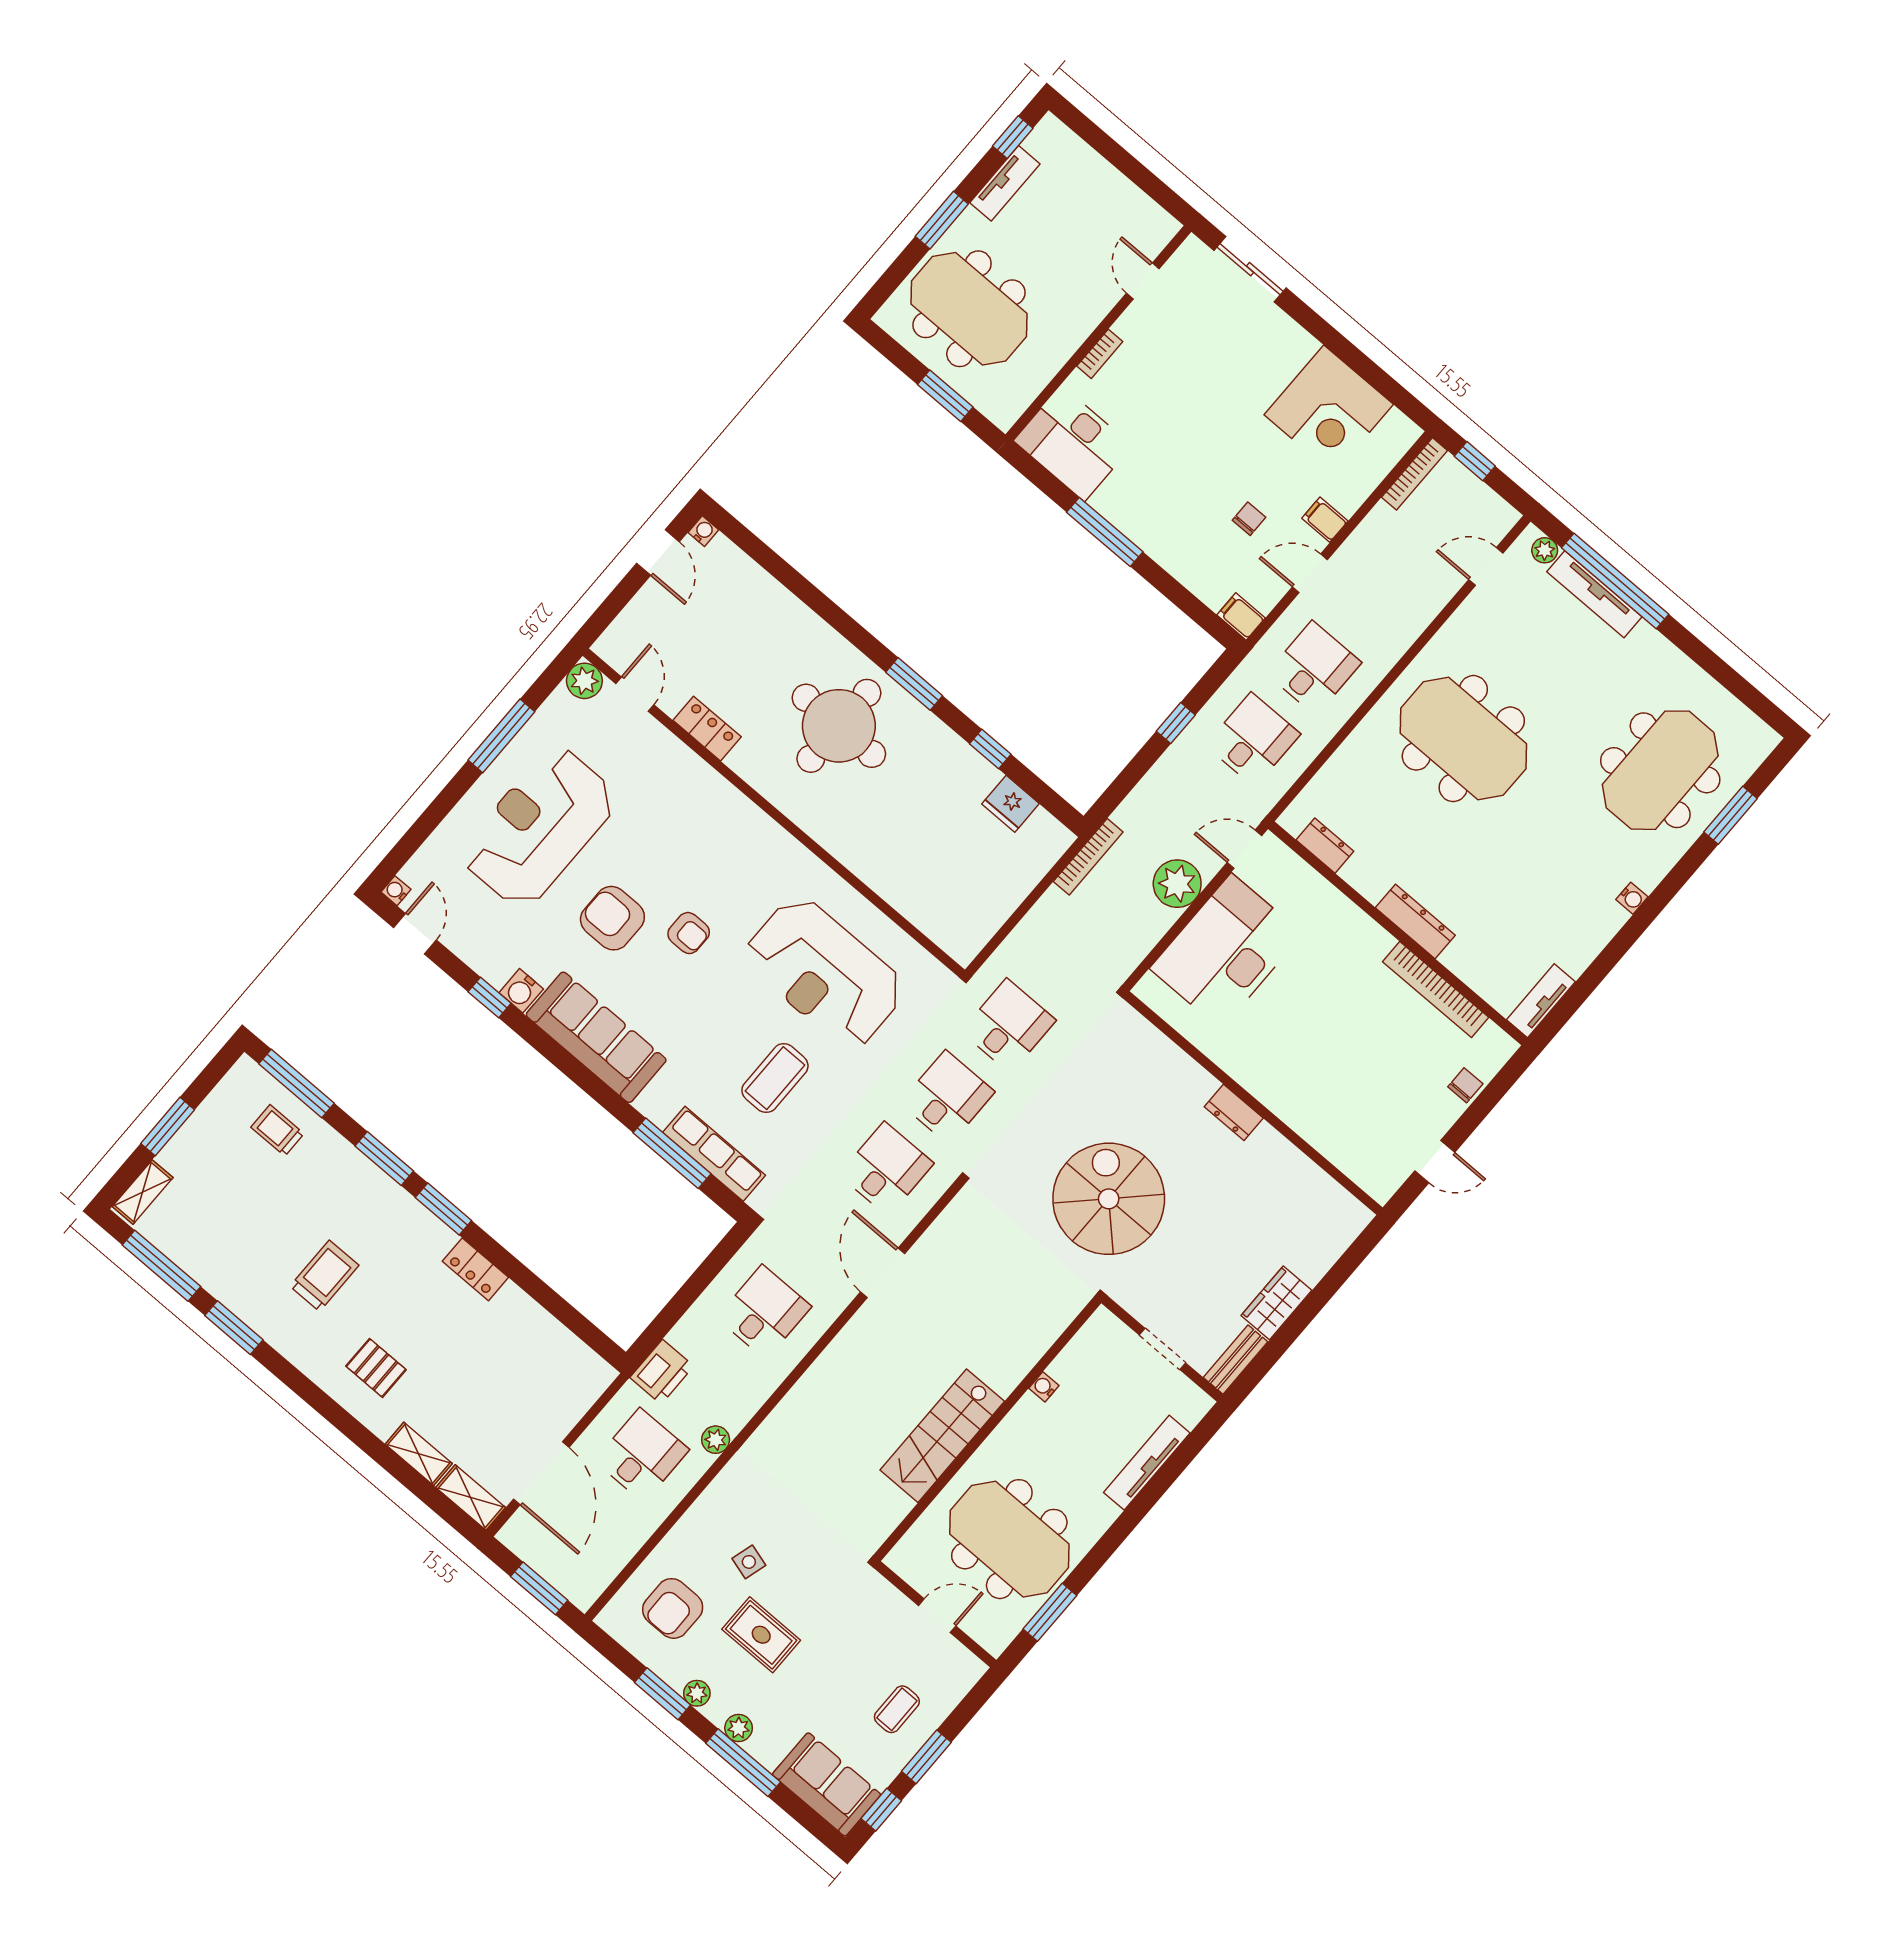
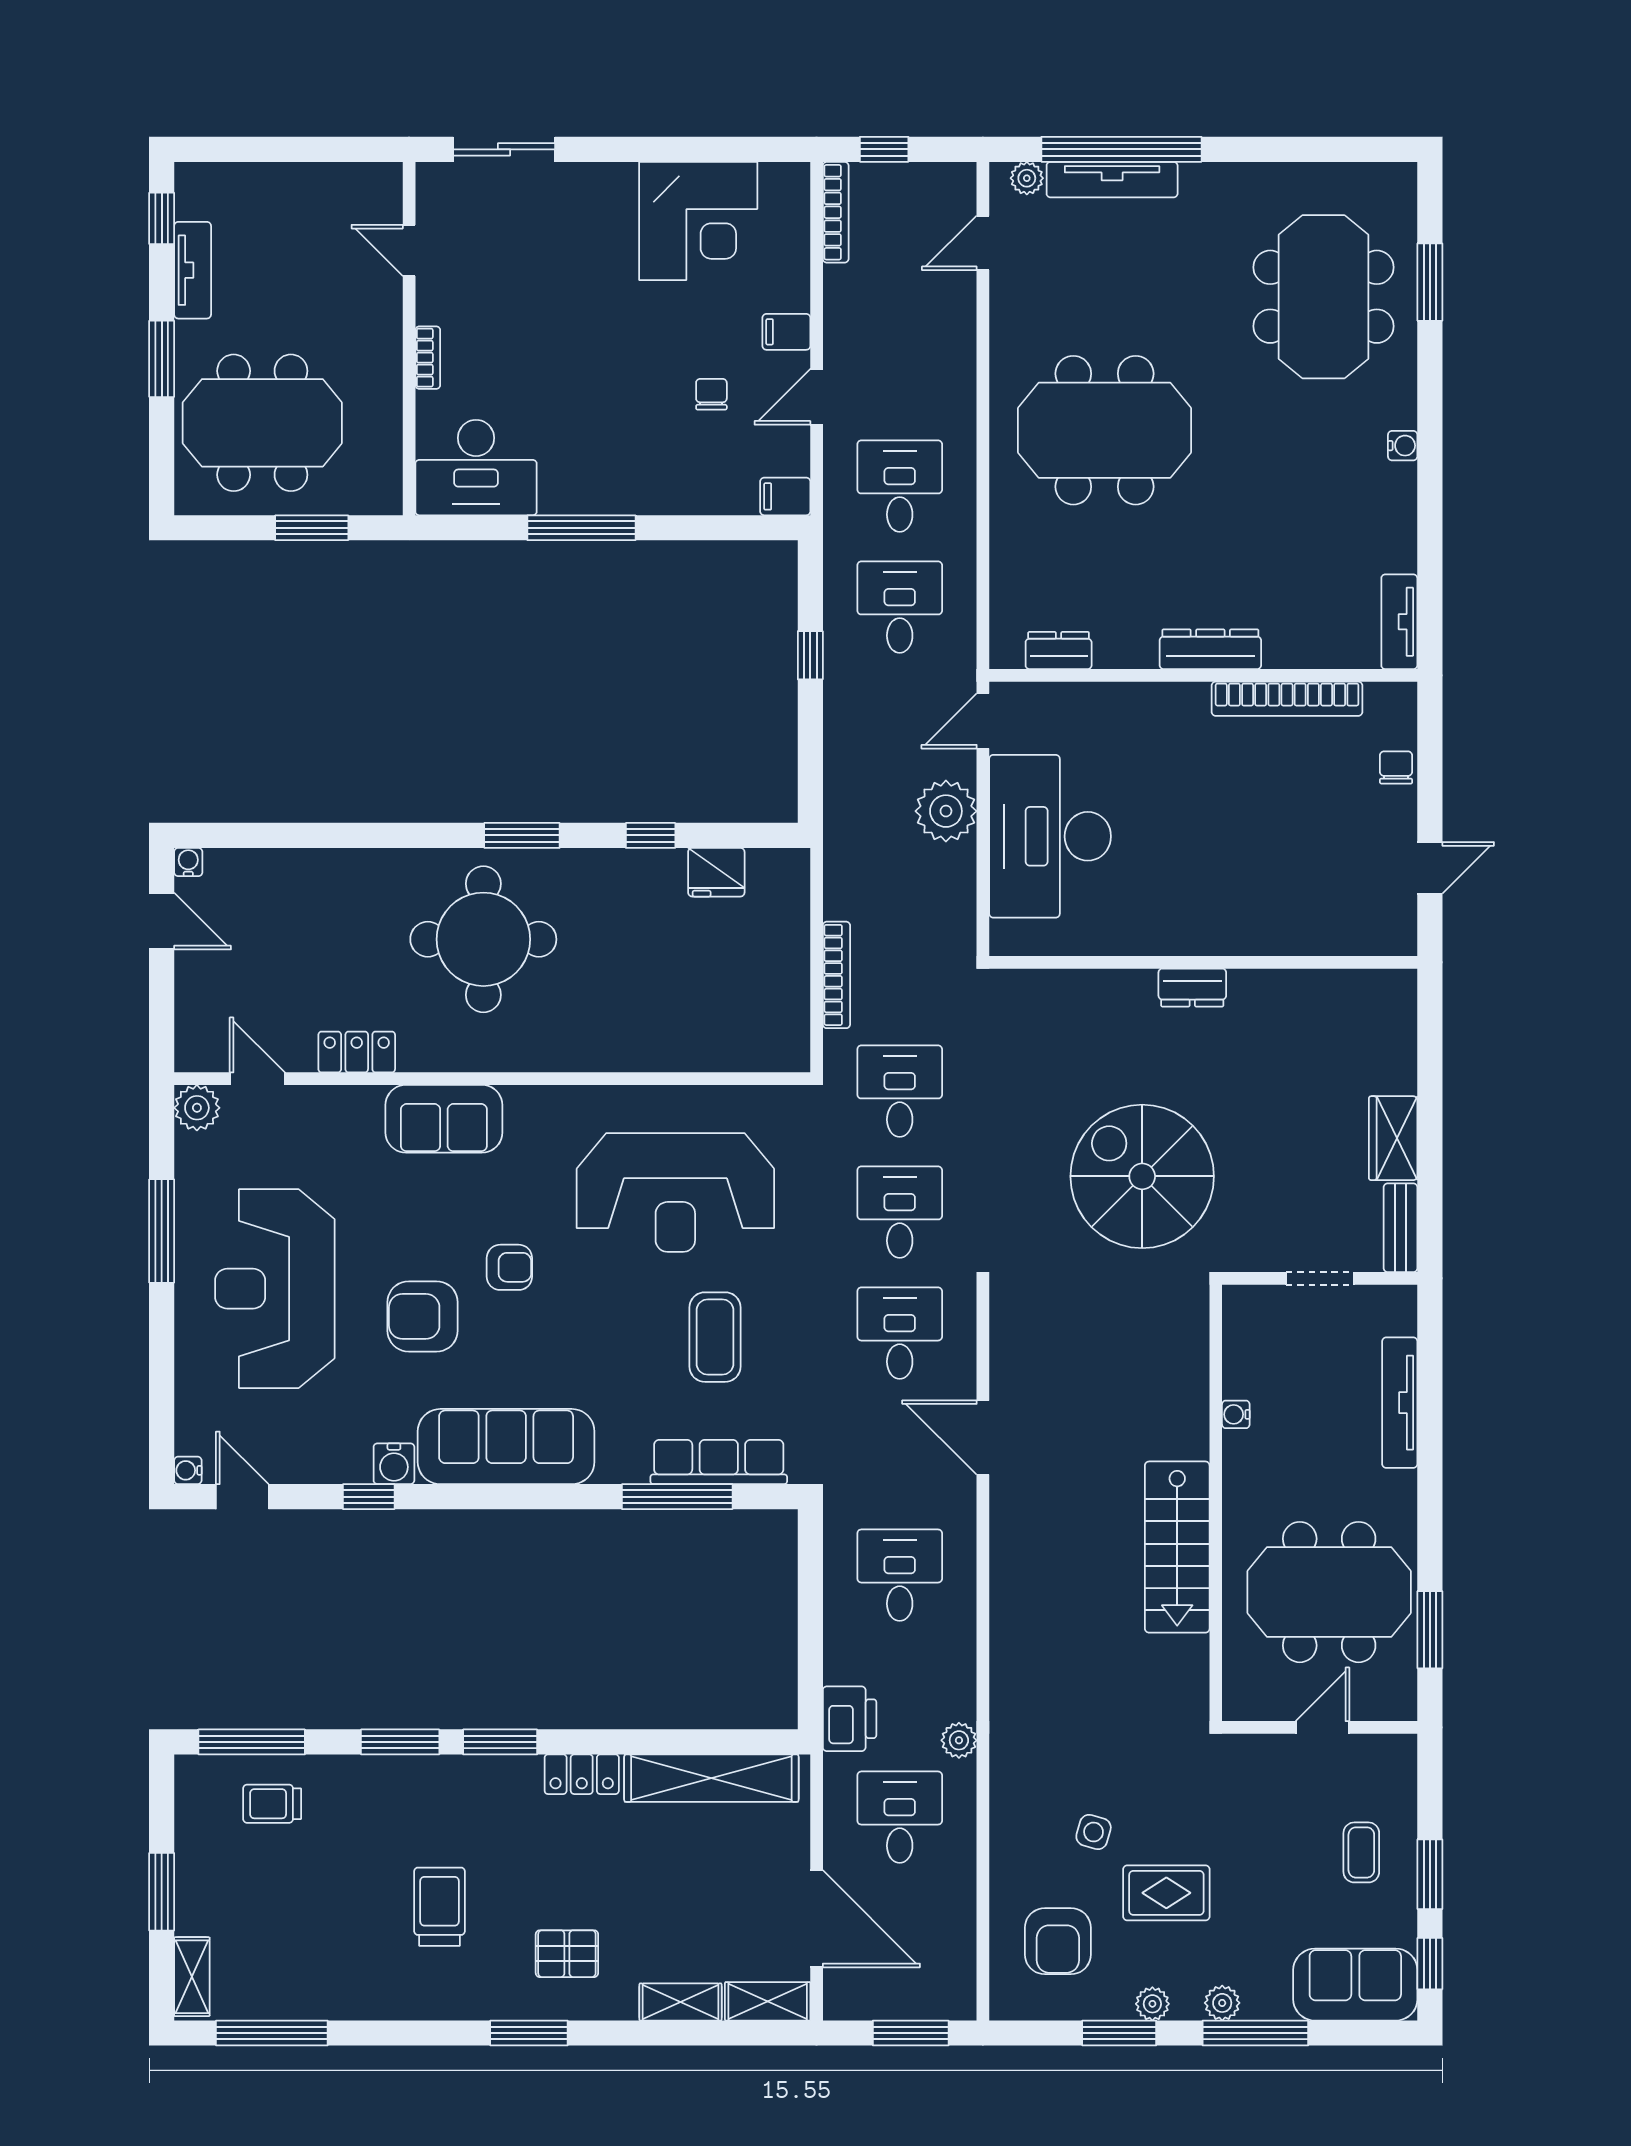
sofa: (725, 812) -> (444, 1119), added
bookcase: (1088, 857) -> (836, 975), moved
window: (234, 1328) -> (529, 2033), moved
shelving: (550, 1337) -> (711, 1778), added

